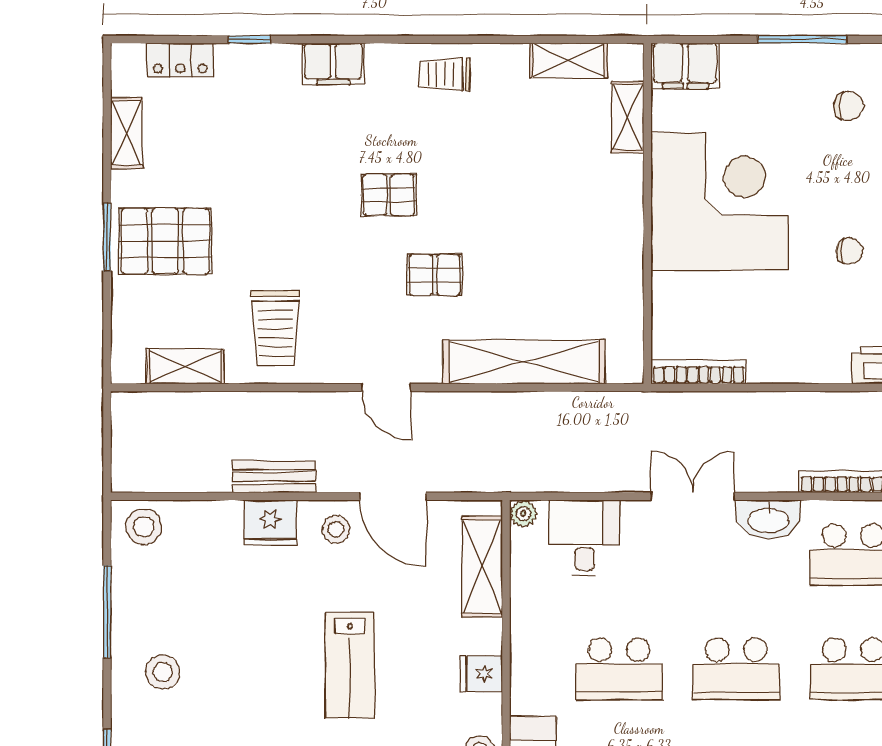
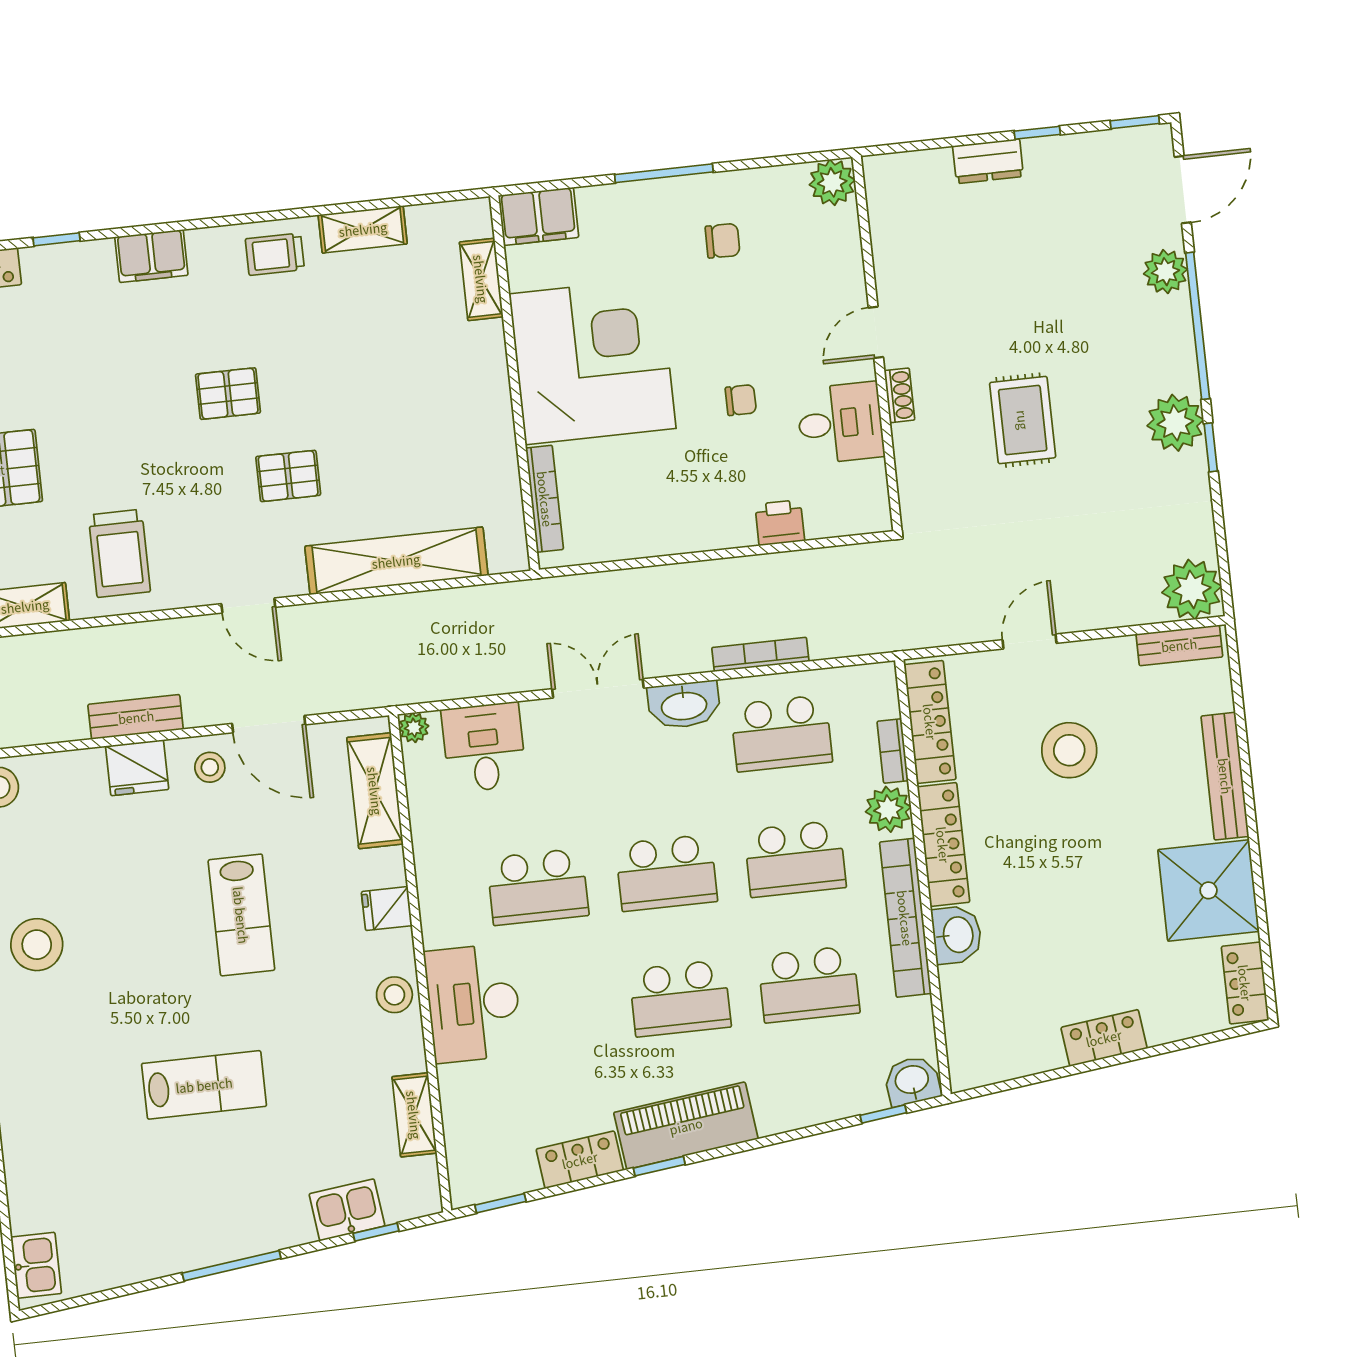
shelving: (569, 61) -> (363, 229), moved
bookcase: (698, 372) -> (545, 499), moved, turned 90
stool: (163, 672) -> (37, 945), width x1.38, depth x1.38

